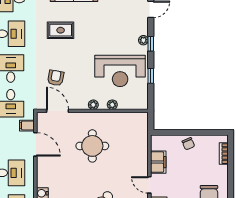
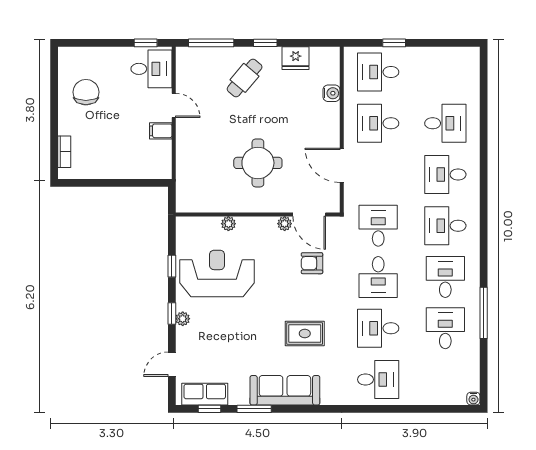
armchair: (56, 78) -> (312, 263), turned 79
plant: (93, 105) -> (285, 224), moved
filing cabinet: (27, 126) -> (354, 193), removed
chair: (188, 144) -> (116, 166), removed
filing cabinet: (158, 162) -> (161, 131), width x0.50

